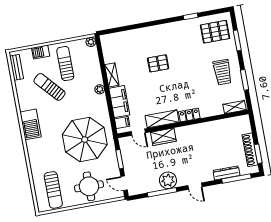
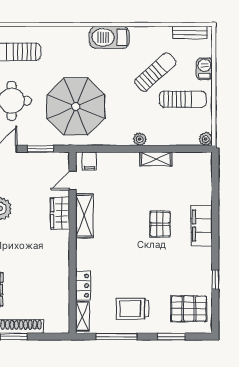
pallet: (215, 32) -> (189, 309), turned 90
window: (245, 80) -> (117, 337), width x1.44
filing cabinet: (119, 102) -> (202, 226), moved, turned 90
locker: (189, 115) -> (83, 286), moved

